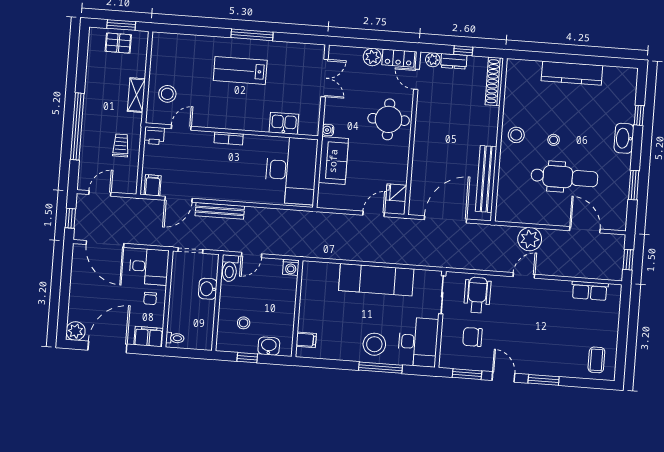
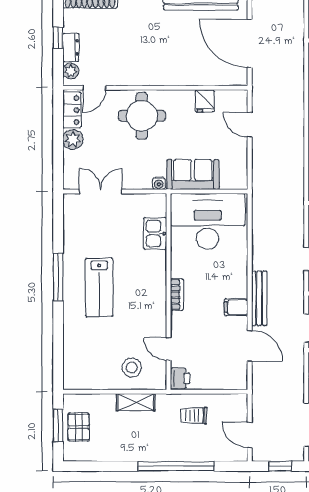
filing cabinet: (153, 185) -> (236, 307), moved
fridge: (396, 193) -> (205, 101), moved

